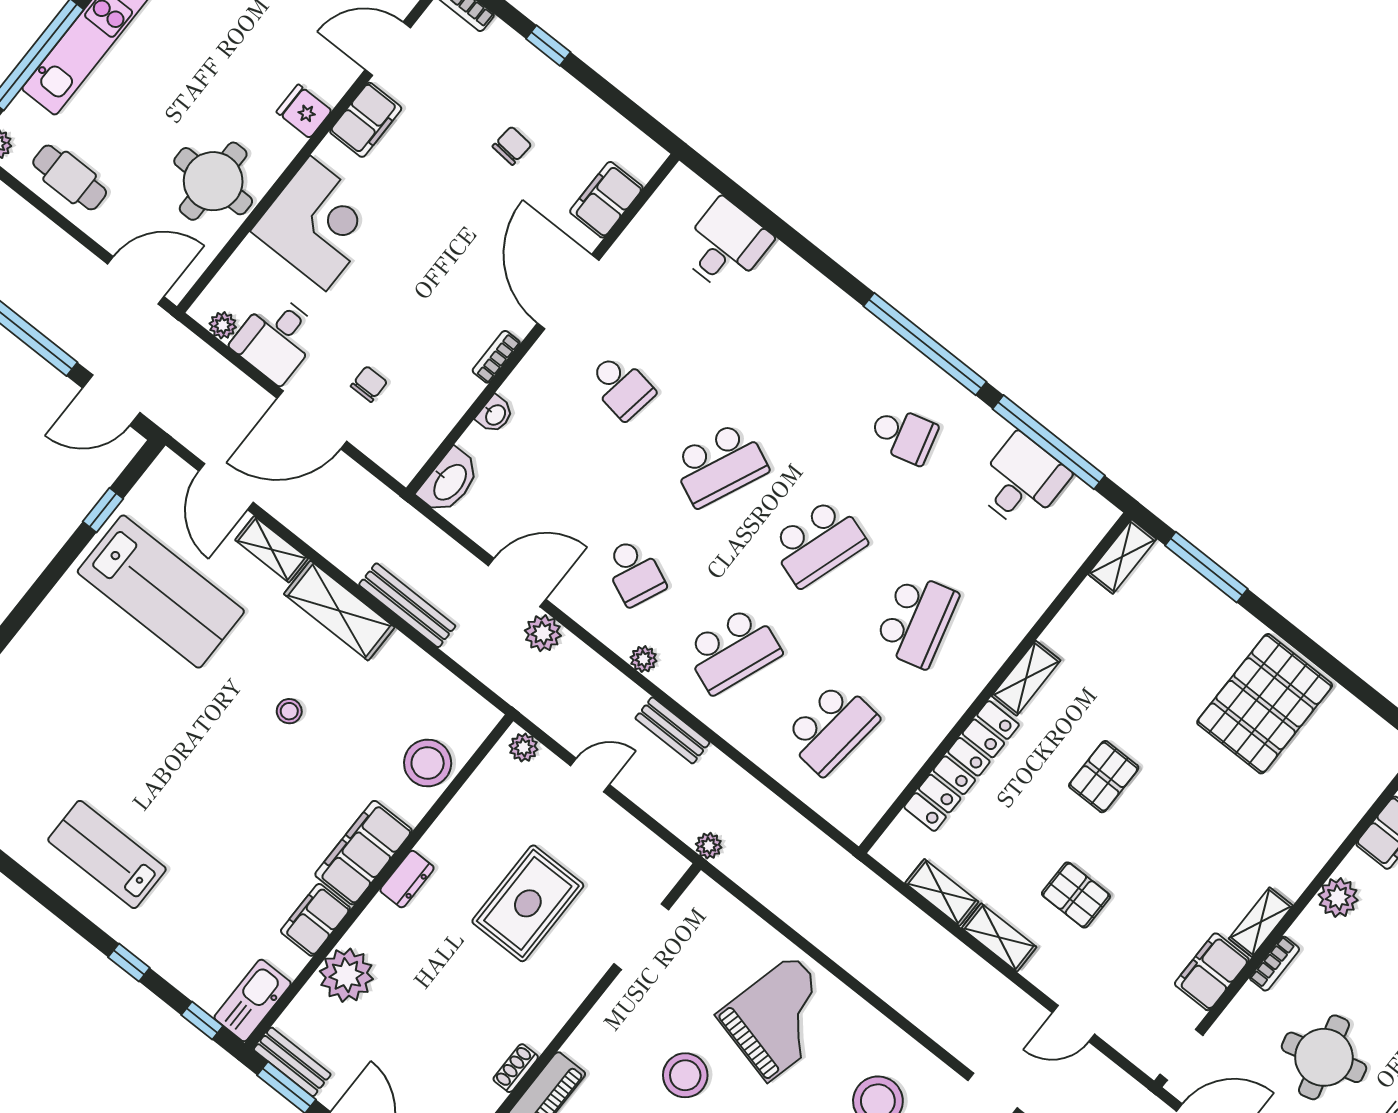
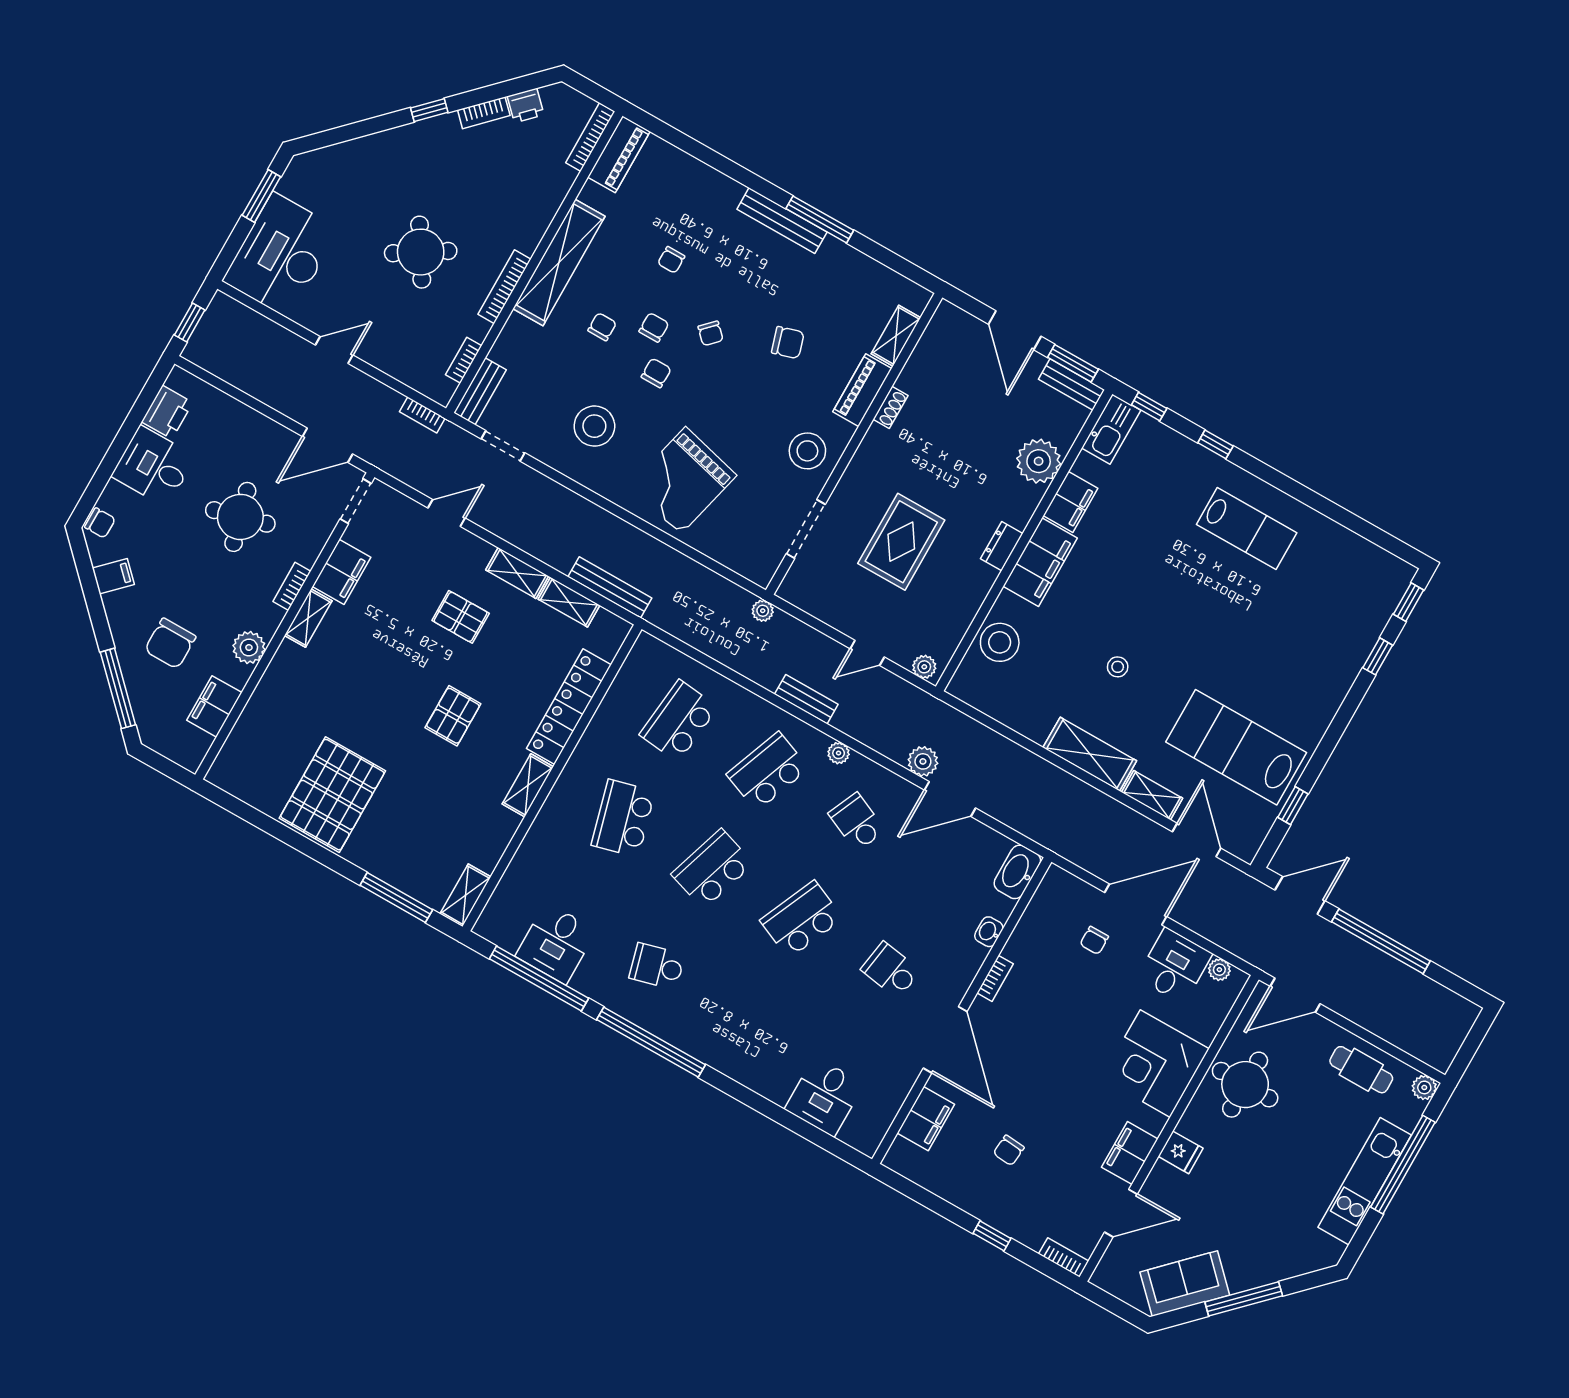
bench: (407, 605) -> (610, 587), moved
stool: (685, 1075) -> (807, 451), moved

